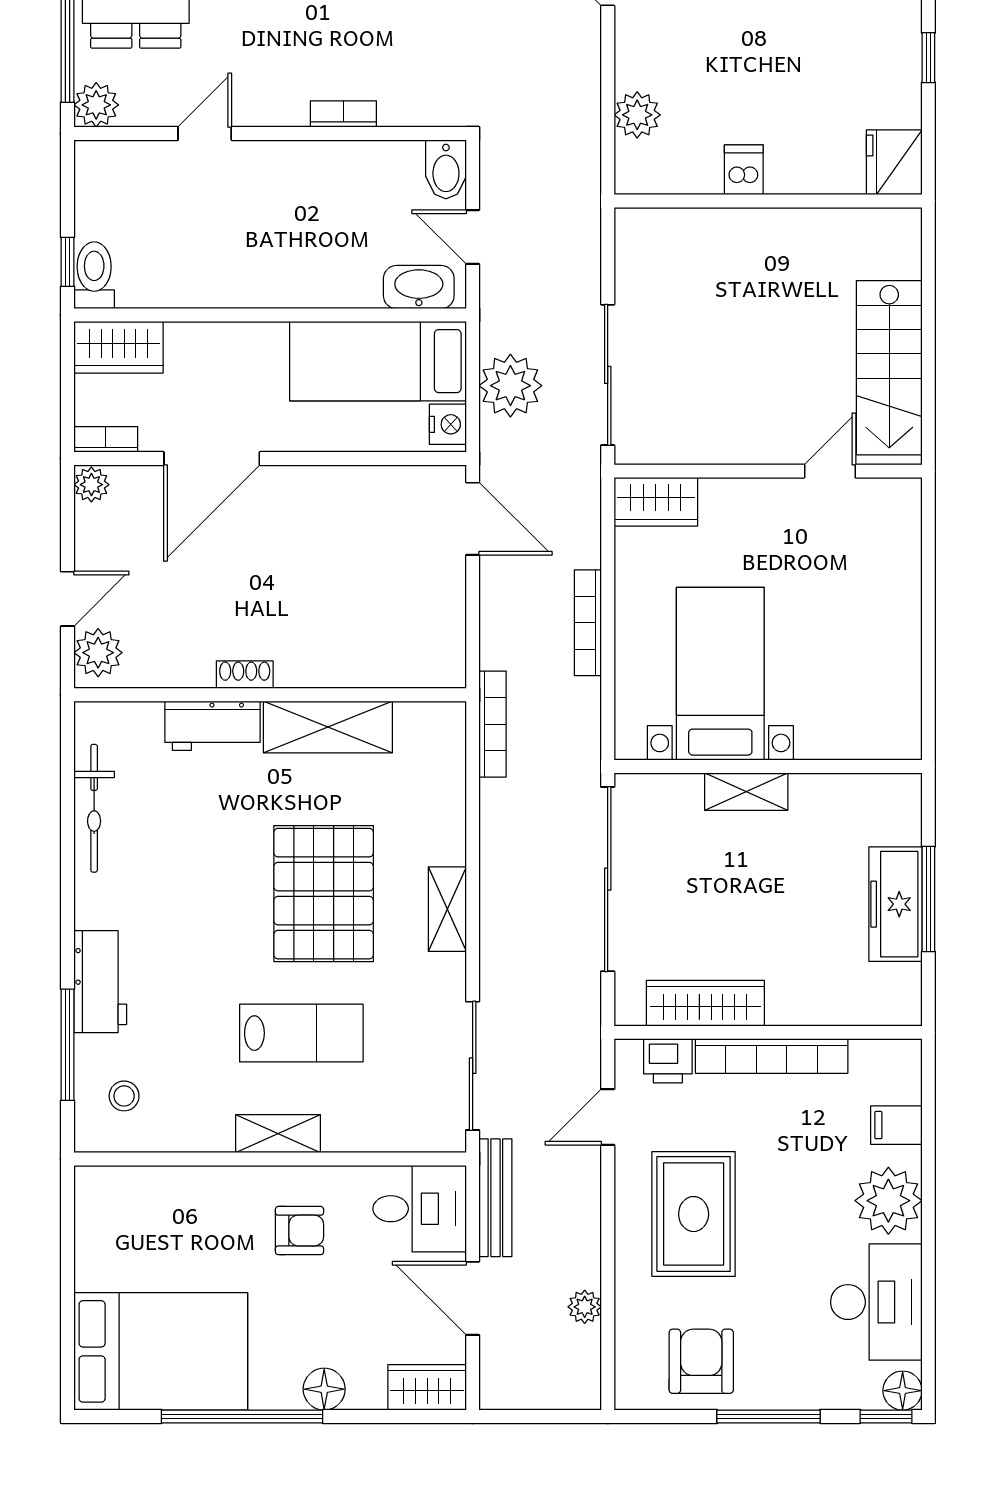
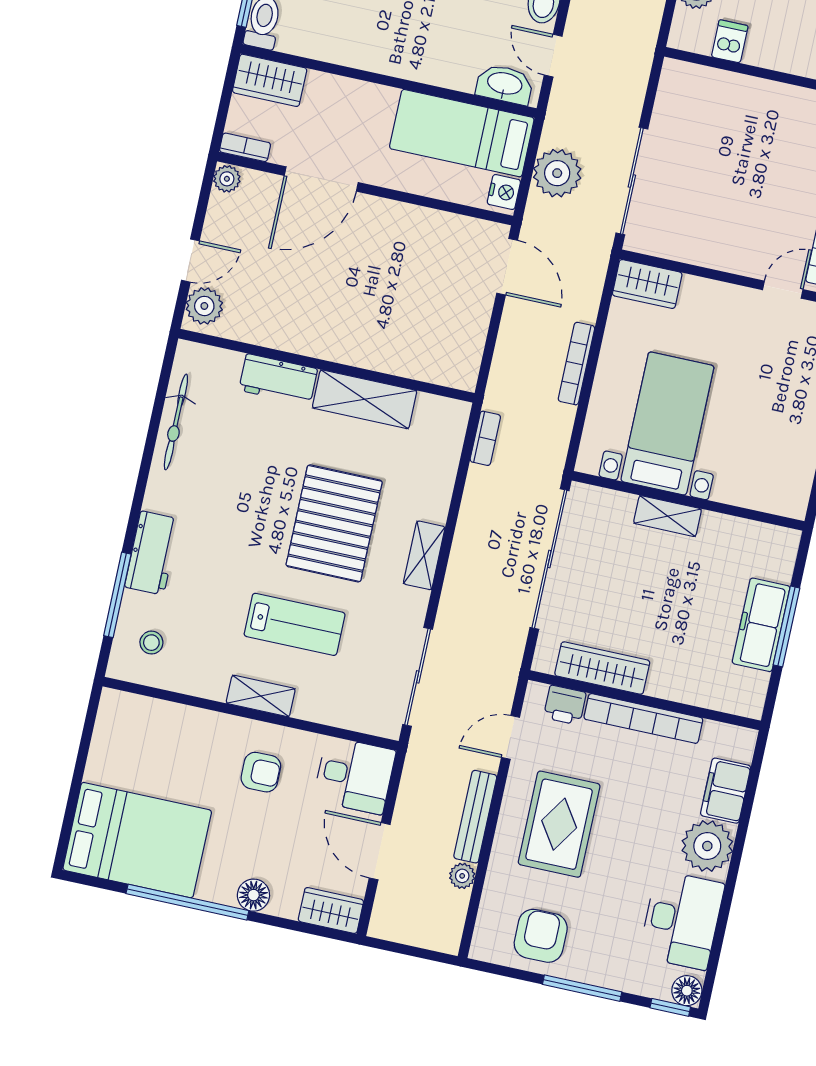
dishwasher: (744, 170) -> (730, 41), moved
shoe rack: (245, 675) -> (311, 346), removed
bookcase: (493, 724) -> (485, 438), width x0.64
filing cabinet: (896, 1125) -> (726, 791), width x2.00
bench: (495, 1198) -> (475, 817), moved

